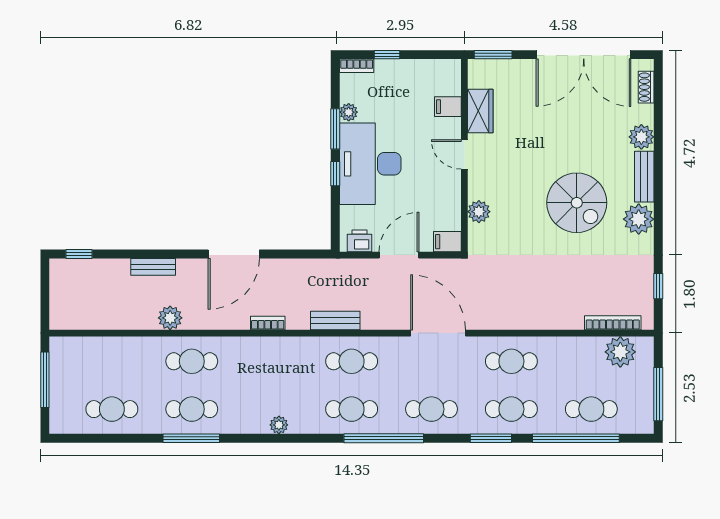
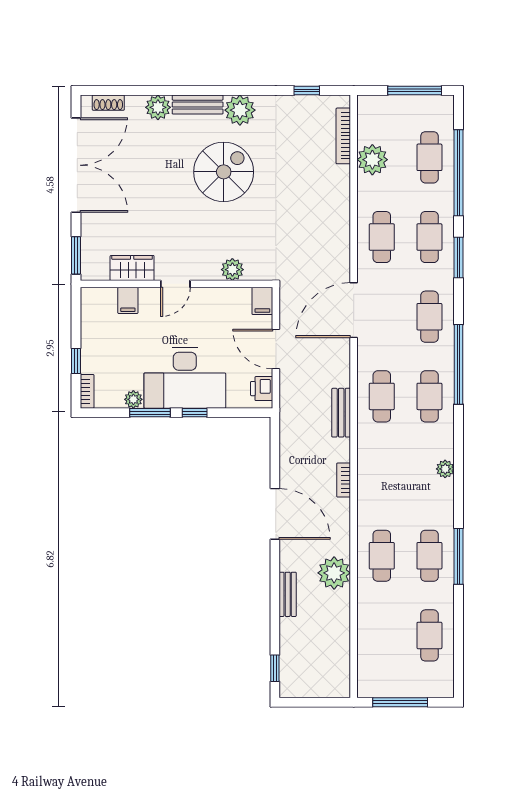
plant: (170, 318) -> (334, 573), width x1.36, depth x1.36
plant: (620, 352) -> (372, 160), moved

